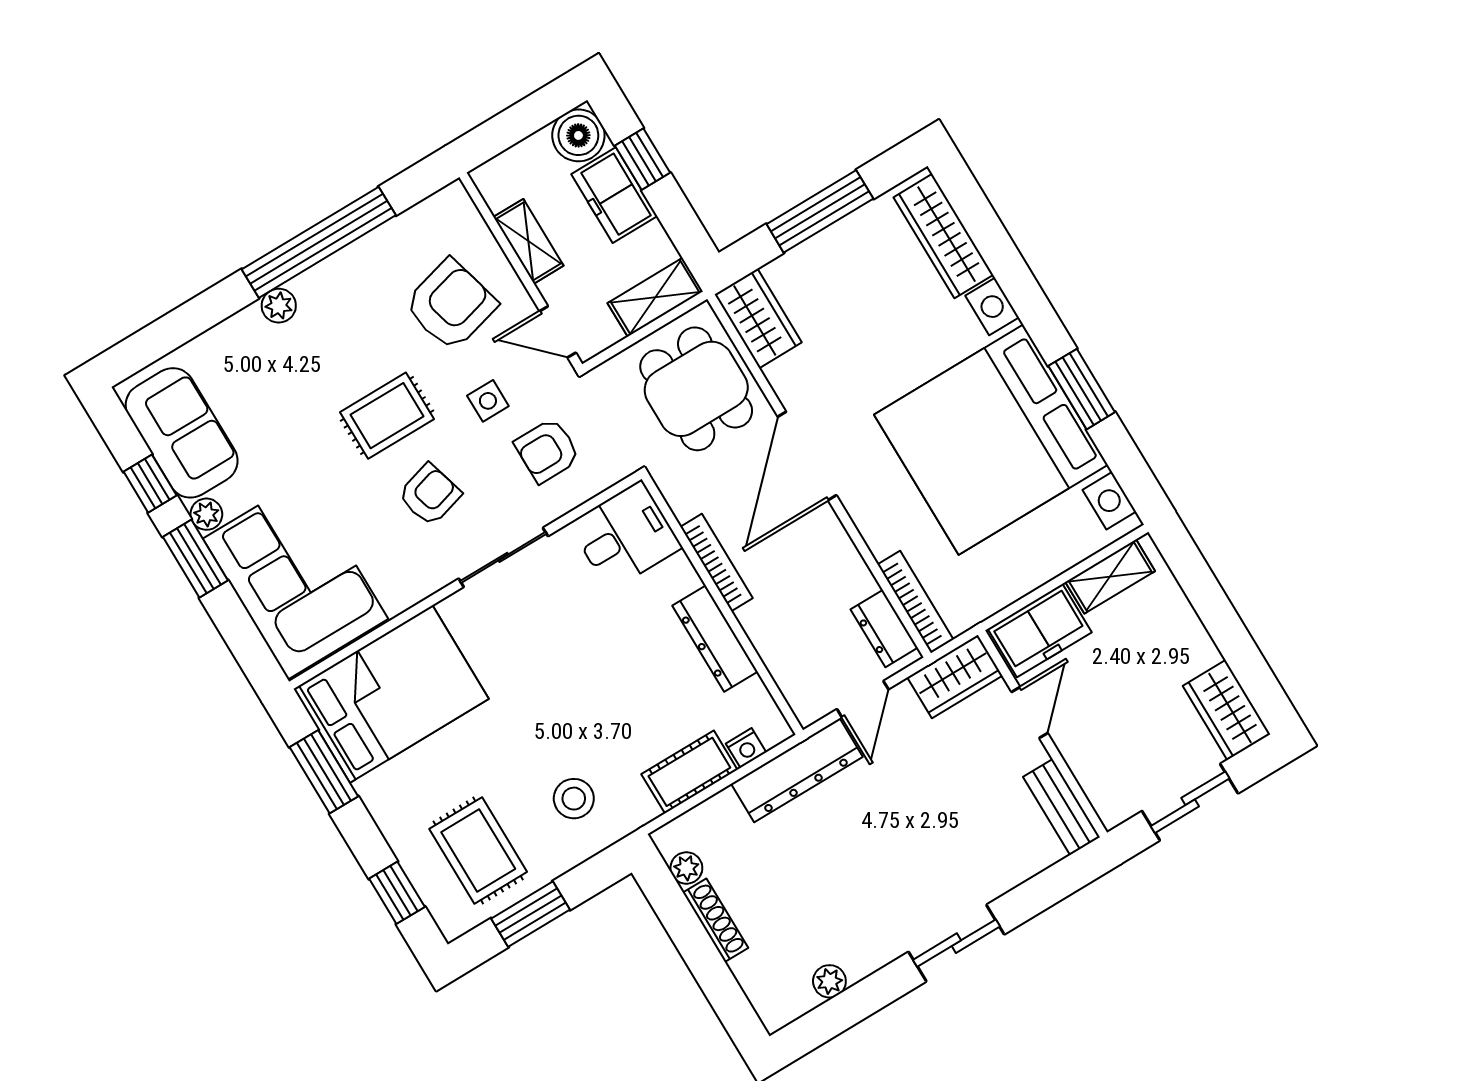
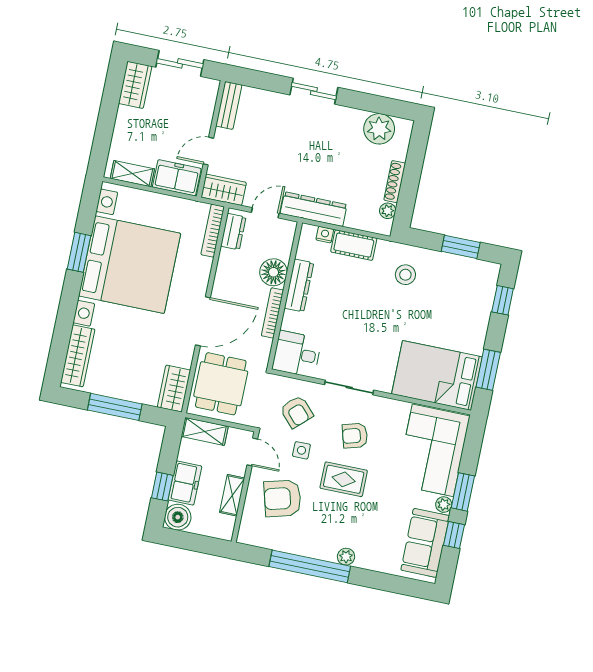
armchair: (547, 450) -> (297, 412), turned 47
floor lamp: (770, 623) -> (273, 272), added
rug: (478, 850) -> (458, 288), removed
plant: (829, 981) -> (379, 129), width x1.87, depth x1.87

